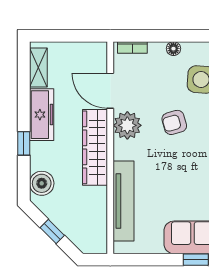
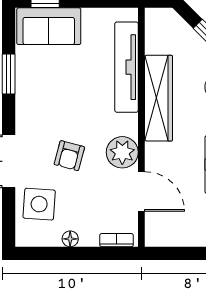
armchair: (174, 122) -> (69, 156), turned 121
wardrobe: (95, 147) -> (159, 98), moved

